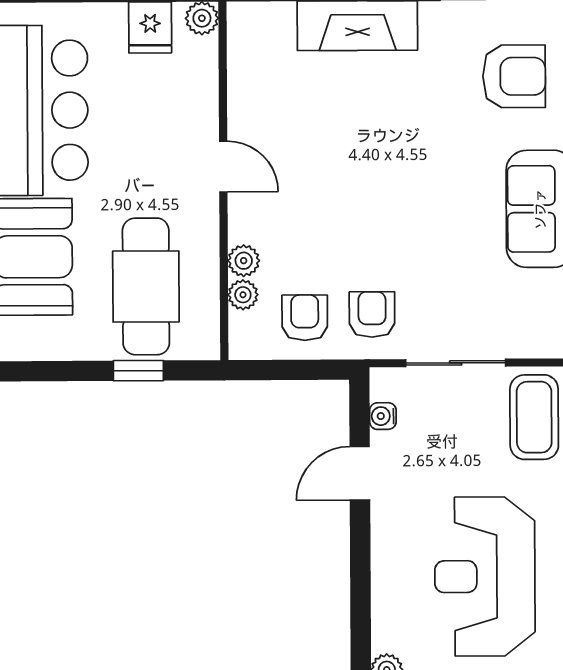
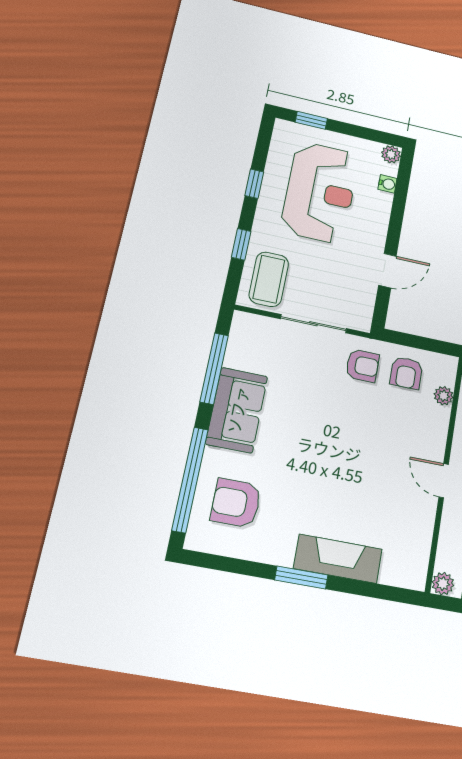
plant: (244, 261) -> (440, 417), removed
armchair: (372, 314) -> (362, 366), turned -90
water cooler: (383, 416) -> (387, 184), moved

